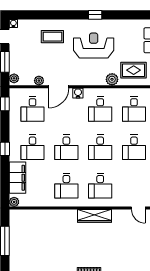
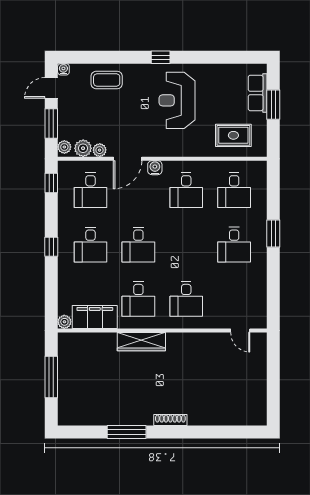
window: (95, 15) -> (161, 57), moved
coffee table: (52, 37) -> (107, 80), moved
reception desk: (94, 45) -> (177, 100), turned -90
plant: (112, 79) -> (83, 148), moved
desk: (100, 147) -> (186, 245), removed
filing cabinet: (17, 178) -> (95, 317), moved, turned -90
wardrobe: (95, 216) -> (141, 342), moved

